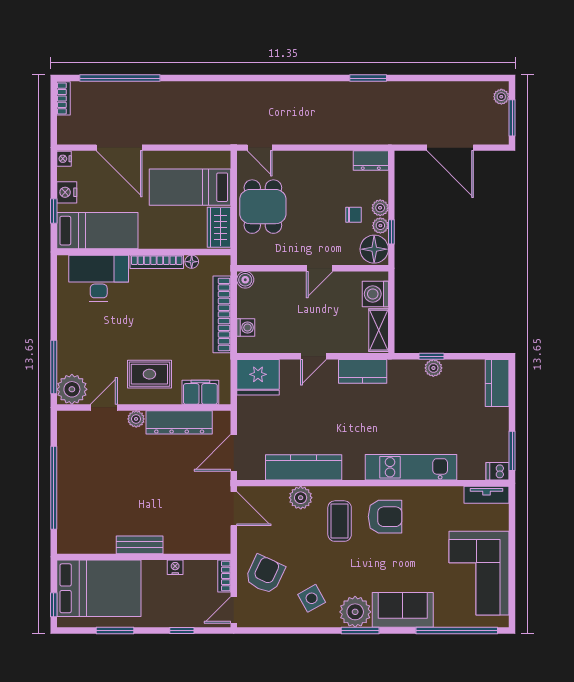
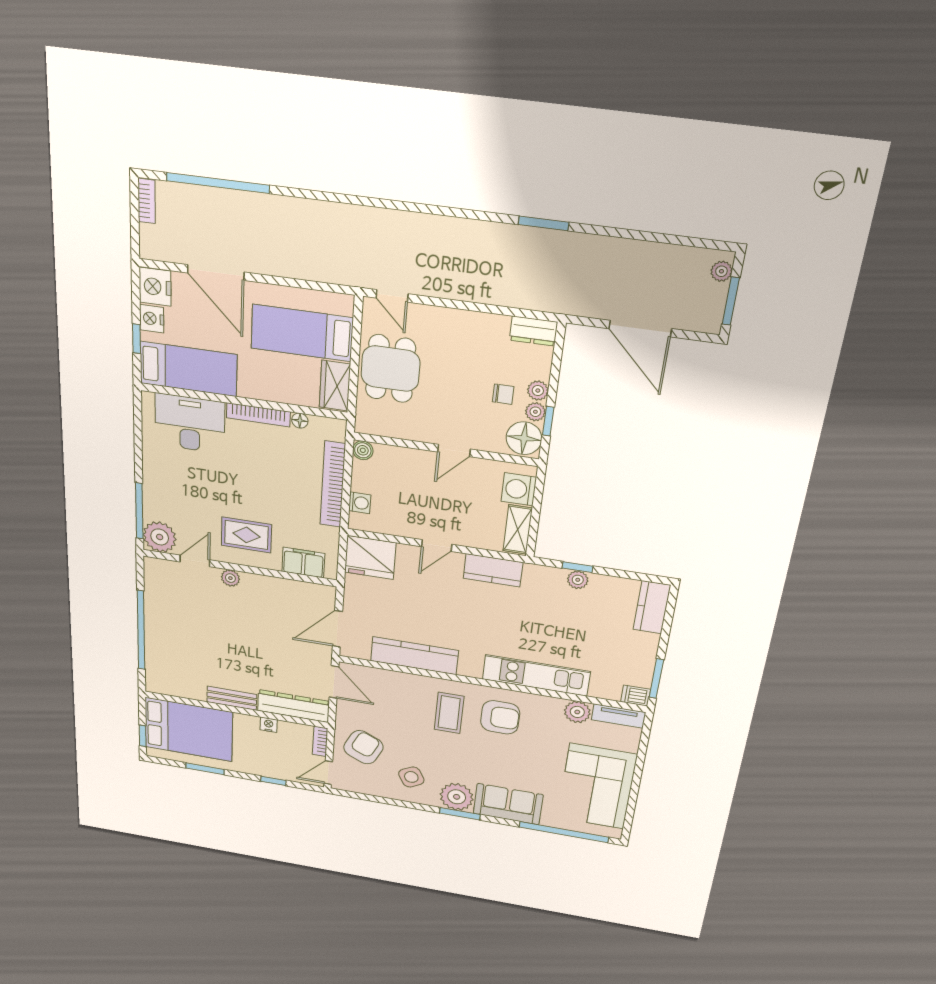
nightstand: (64, 159) -> (155, 287), width x1.89, depth x1.79
dresser: (179, 422) -> (293, 706), moved, turned 180
plant: (301, 498) -> (577, 712), moved

